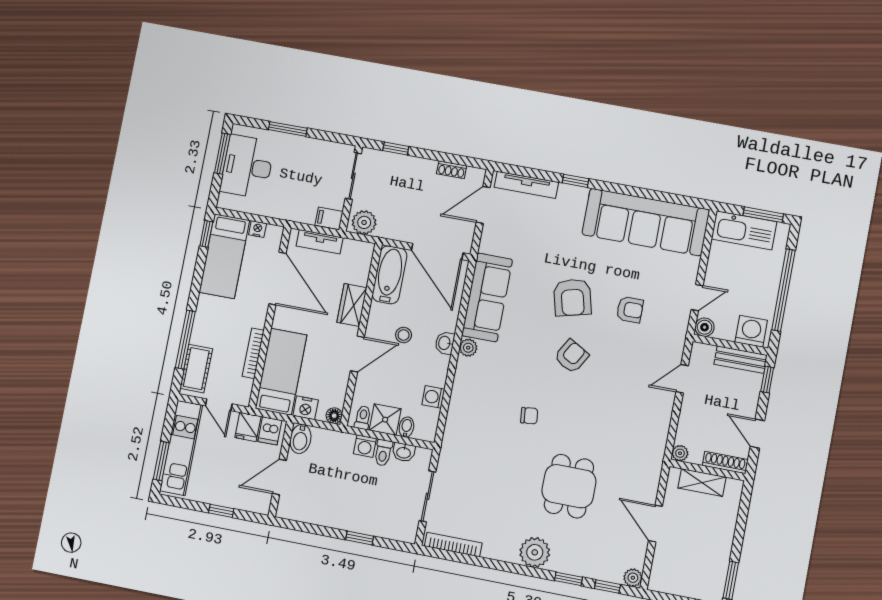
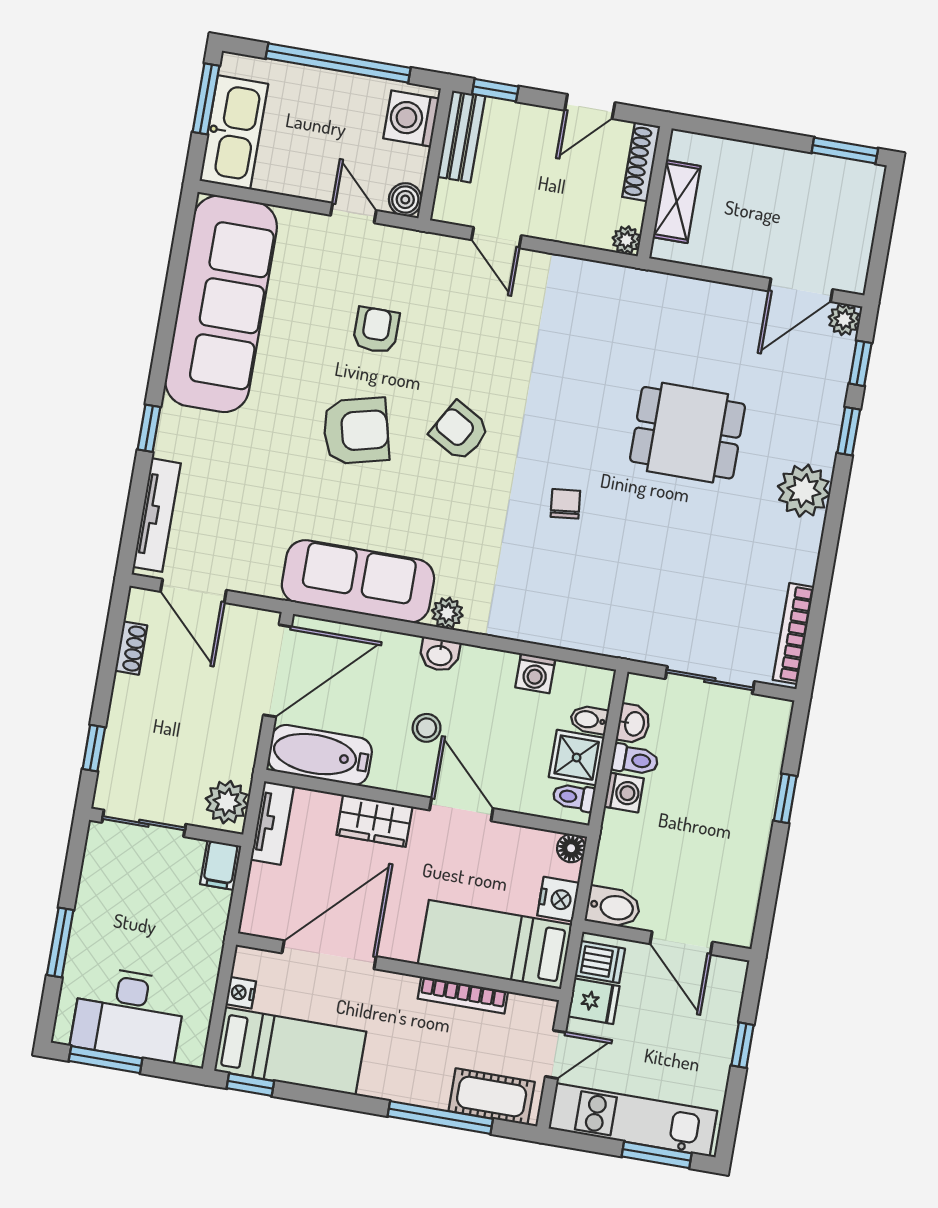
tv unit: (320, 242) -> (272, 823), moved
door: (655, 524) -> (801, 290), moved

